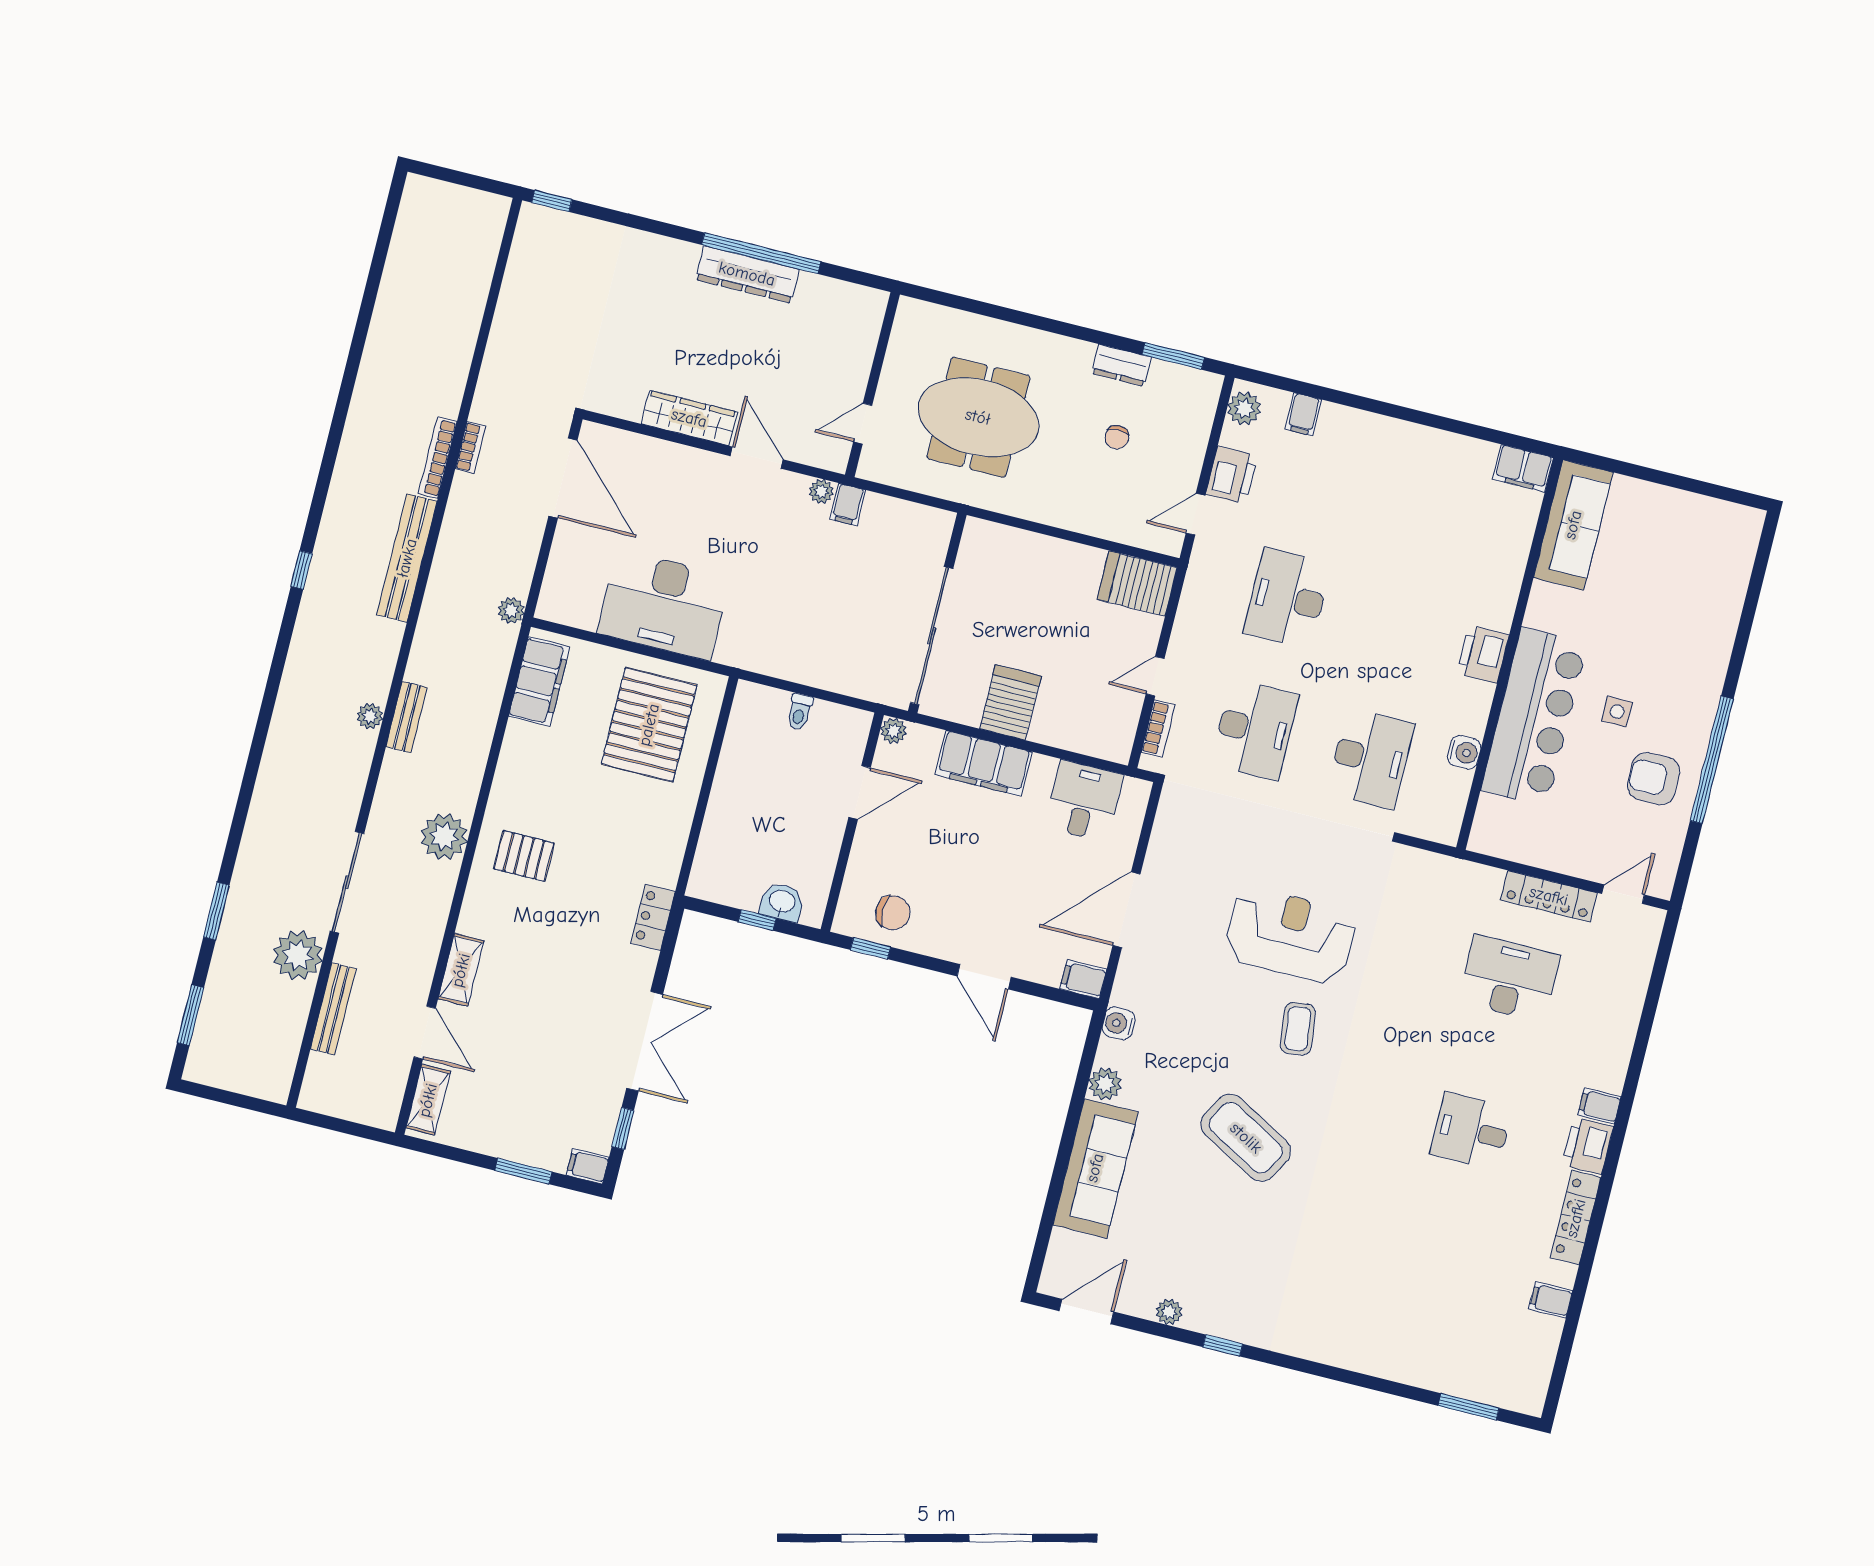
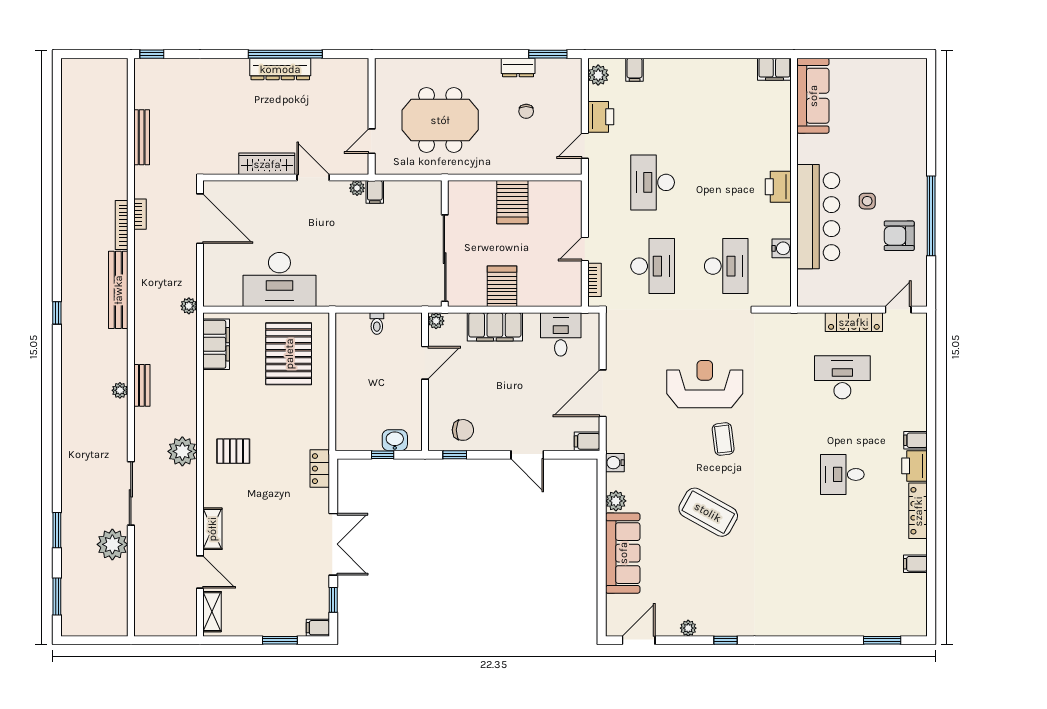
server rack: (1137, 584) -> (512, 202), moved, turned -90
bench: (333, 1009) -> (142, 137), moved

